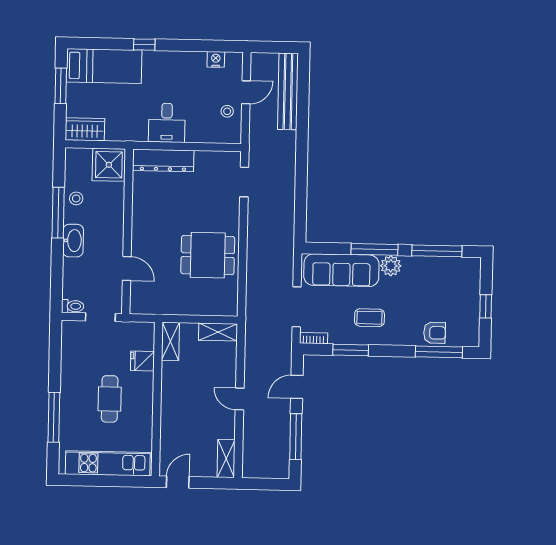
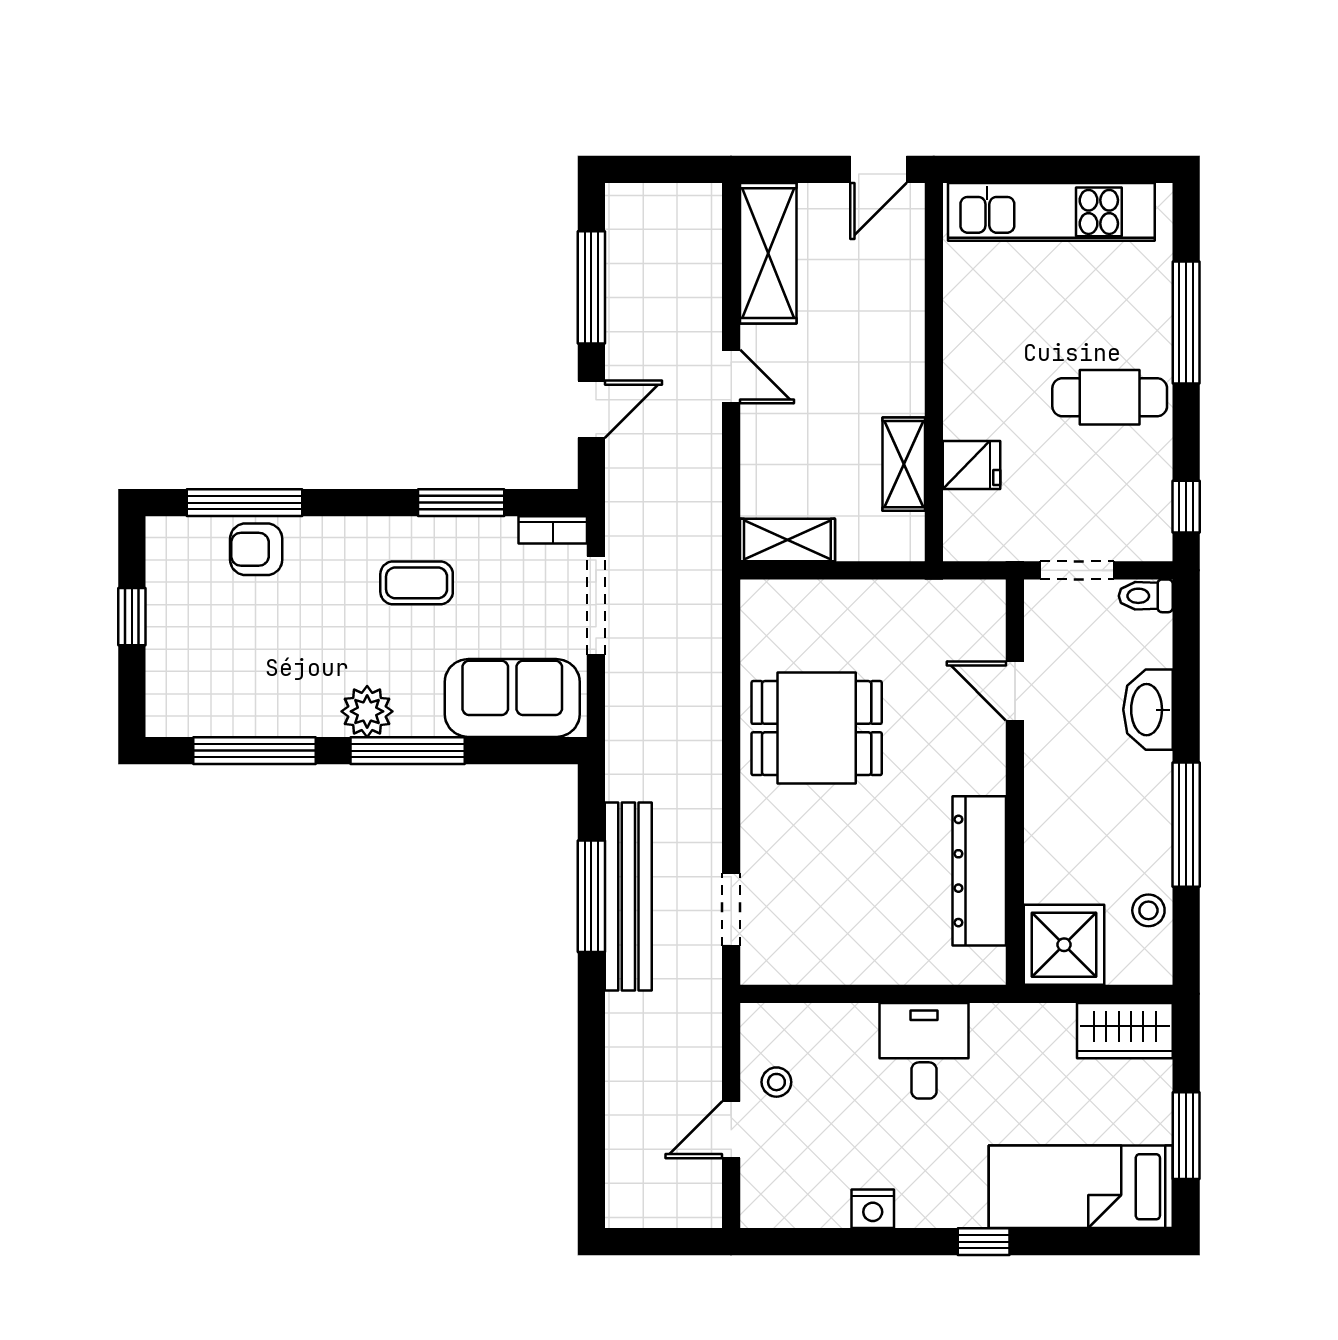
nightstand: (216, 59) -> (873, 1209), moved
bench: (288, 91) -> (628, 897), moved
dresser: (163, 160) -> (979, 871), moved, turned -90
window: (301, 189) -> (591, 896), added
stool: (76, 198) -> (1148, 910), moved
washbasin: (73, 241) -> (1148, 710), moved
sofa: (341, 270) -> (512, 698), width x0.73
shelving: (170, 341) -> (904, 464), moved
window: (55, 342) -> (1186, 507), added
cafe table: (110, 399) -> (1110, 397), moved, turned 90
shelving: (226, 459) -> (768, 253), width x1.50, depth x1.33

